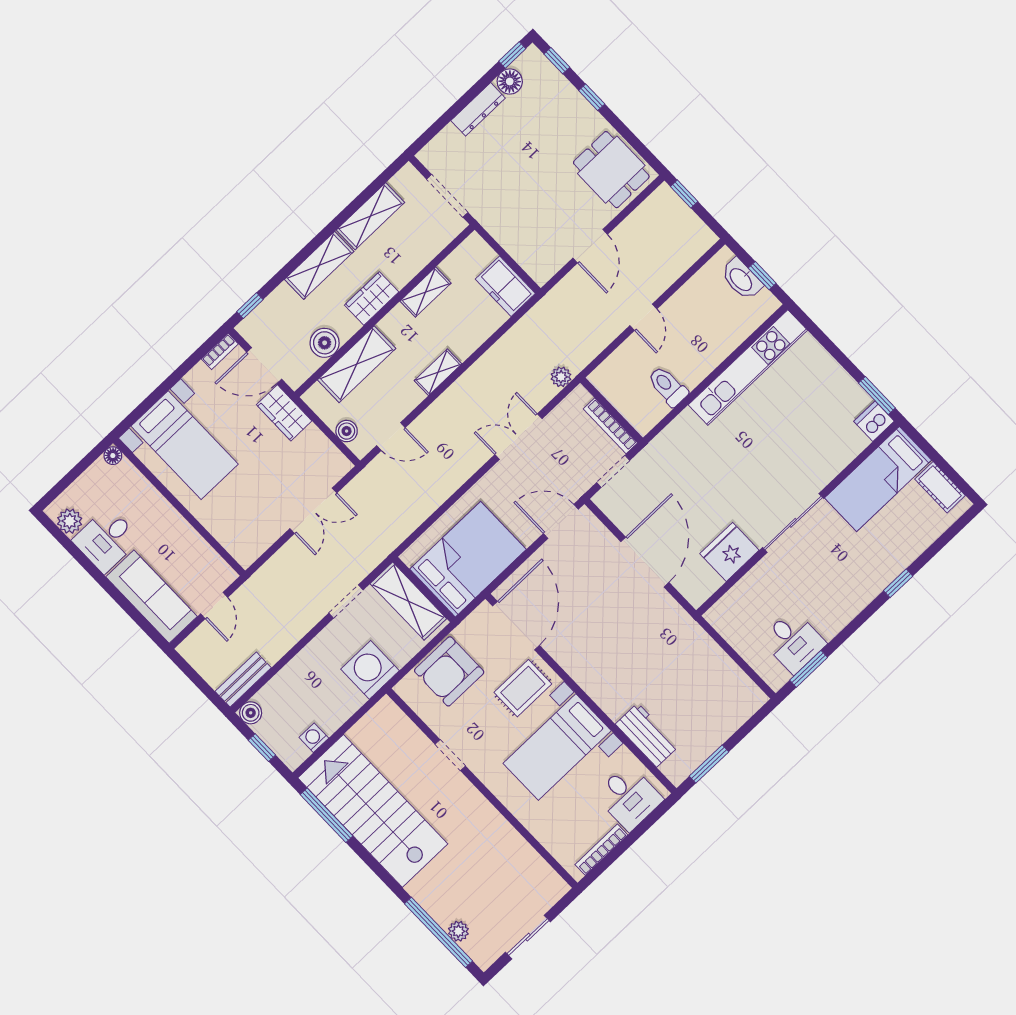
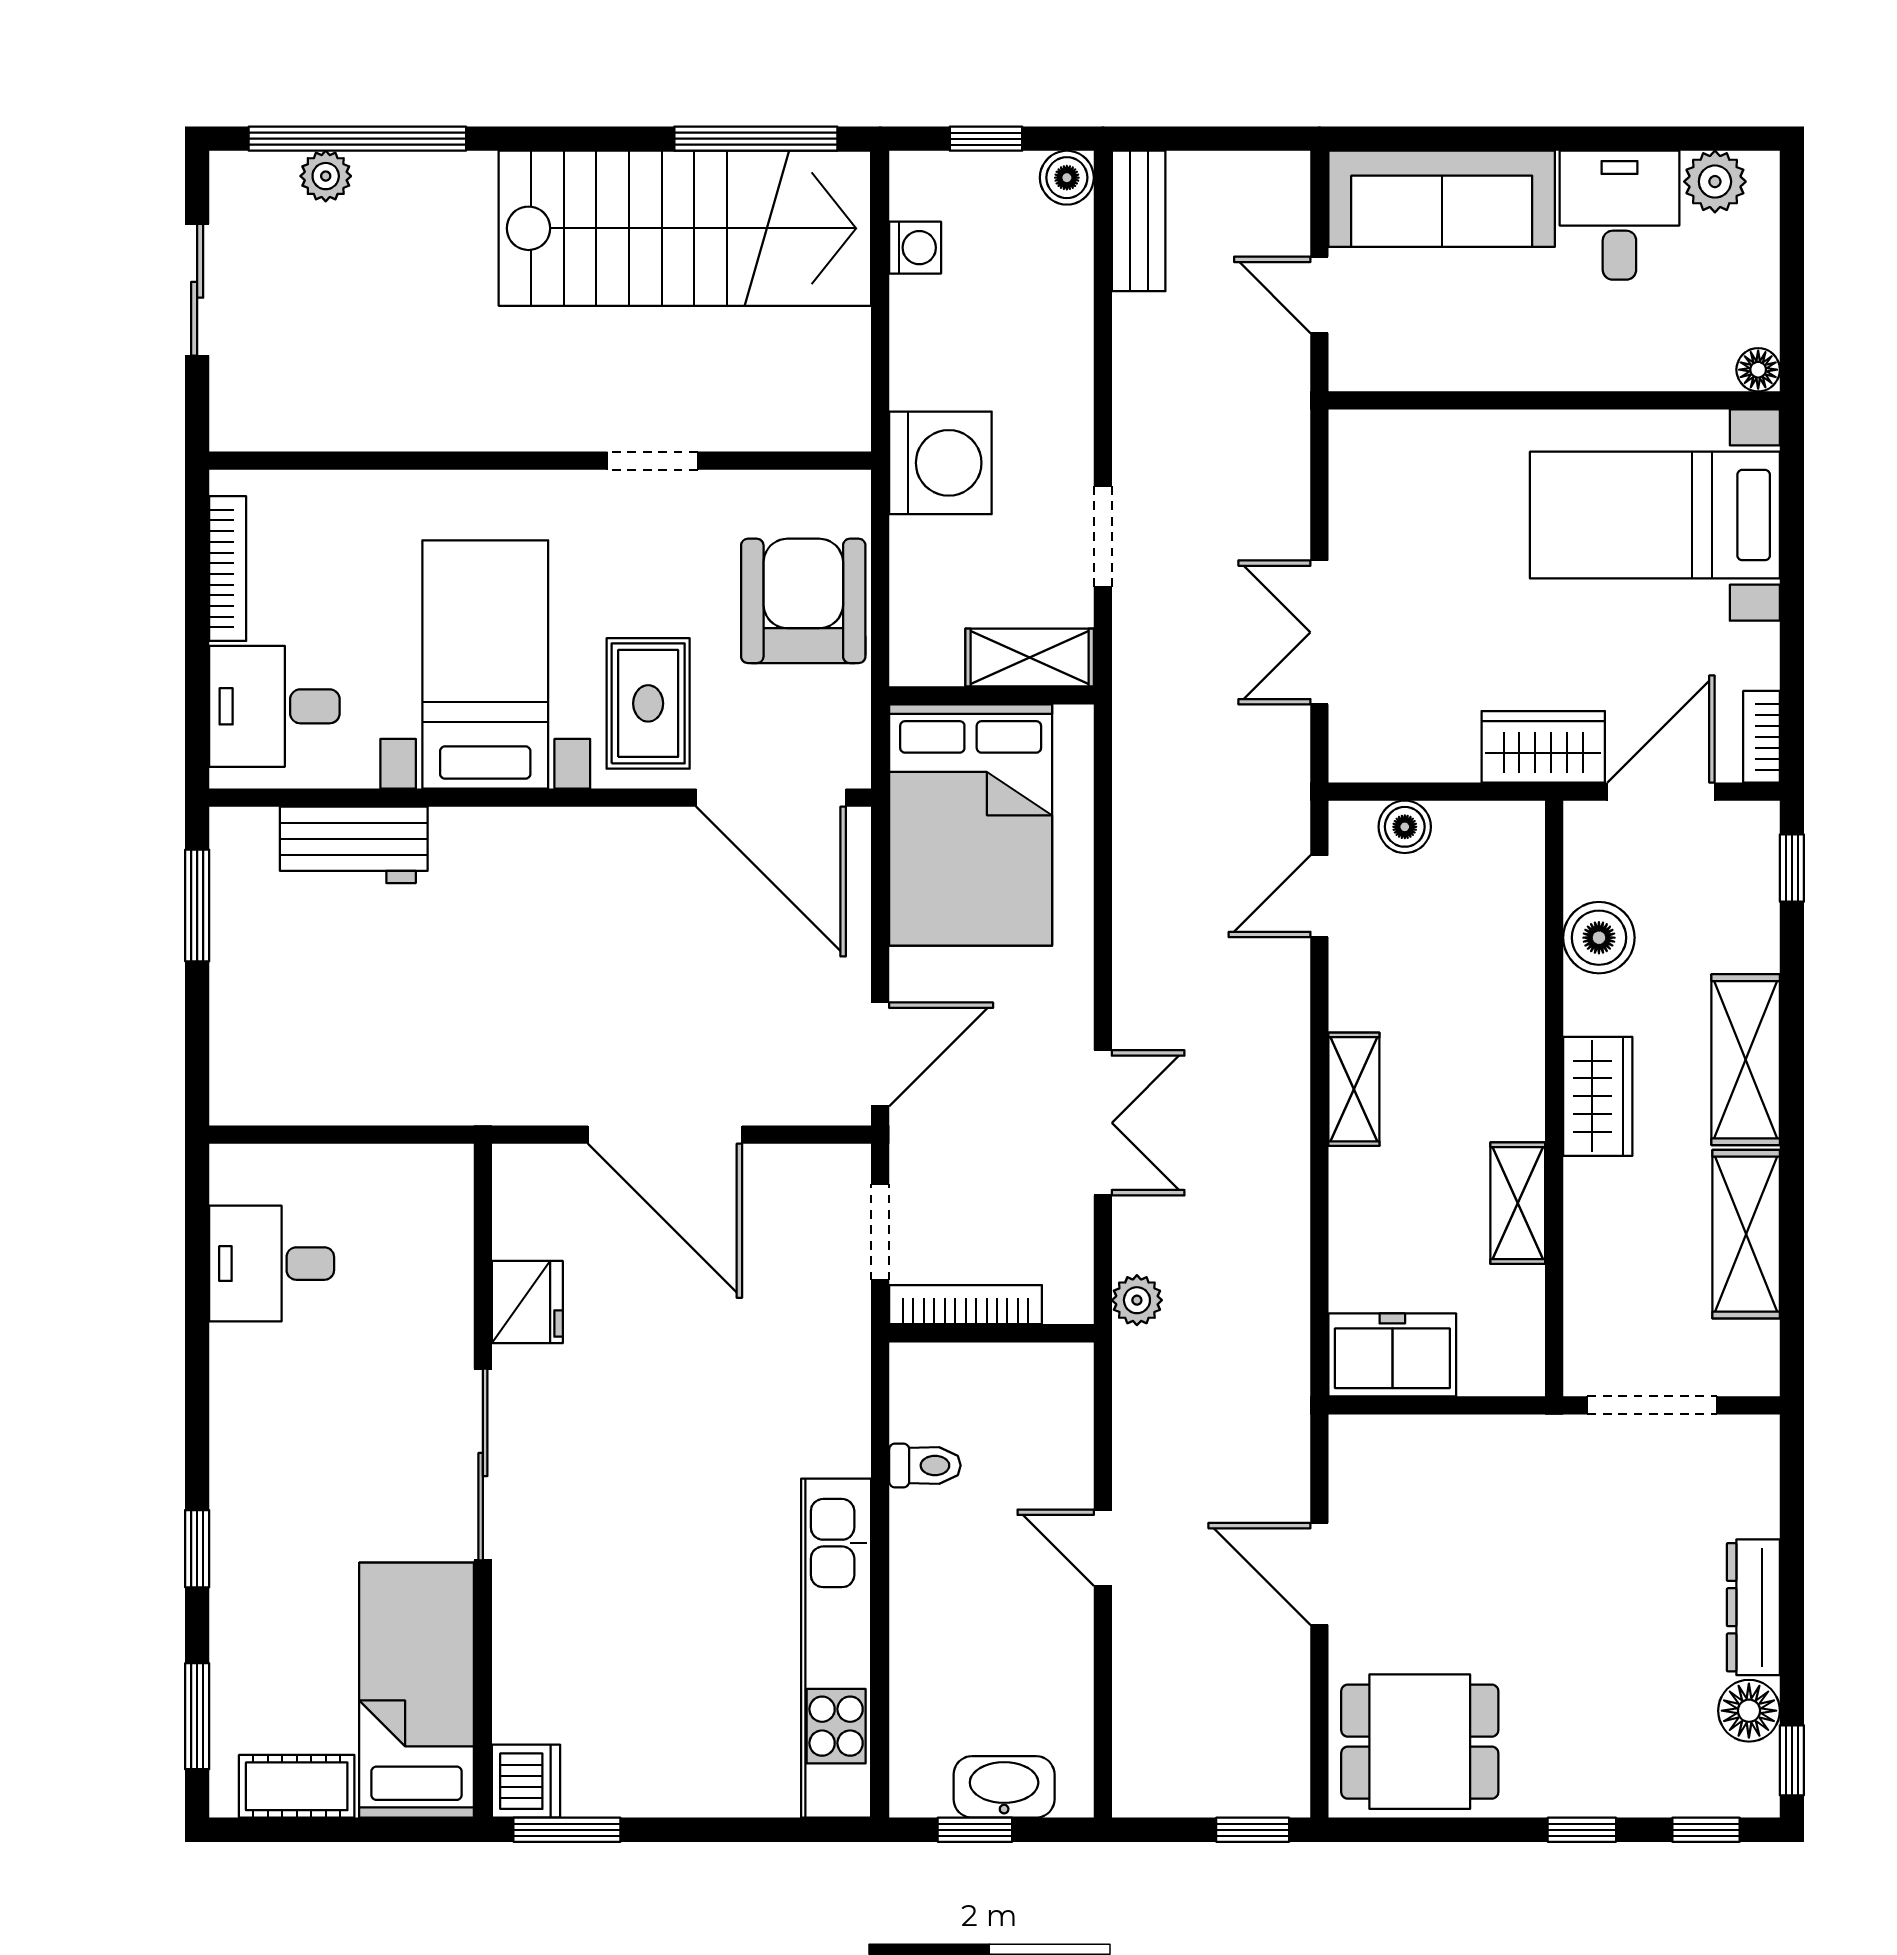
shelving: (357, 364) -> (1507, 958), removed
toilet: (668, 386) -> (925, 1465), width x0.73, depth x0.72
fridge: (729, 552) -> (527, 1302), width x0.73, depth x0.75
shelving: (408, 601) -> (1030, 657), width x0.67, depth x0.75
window: (809, 669) -> (197, 1716), moved

